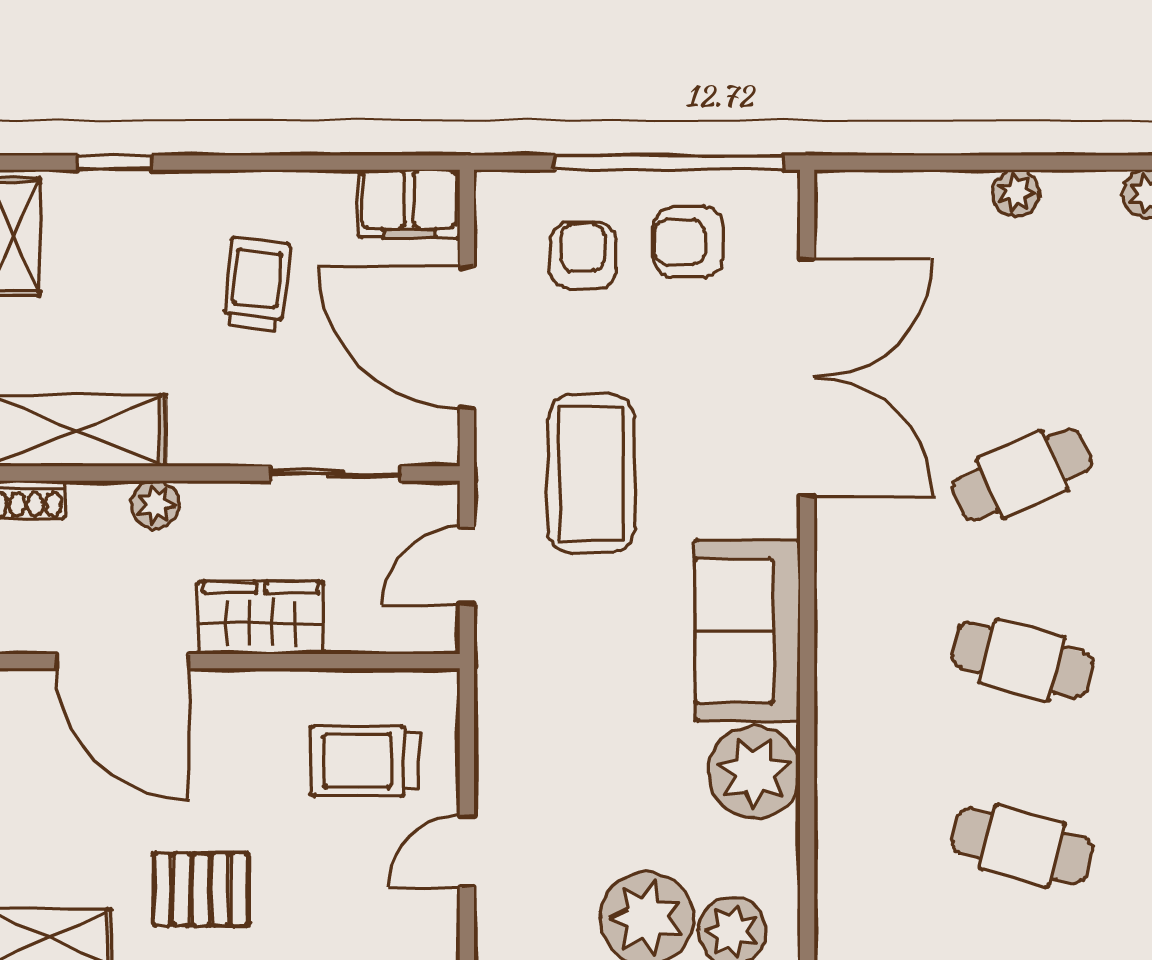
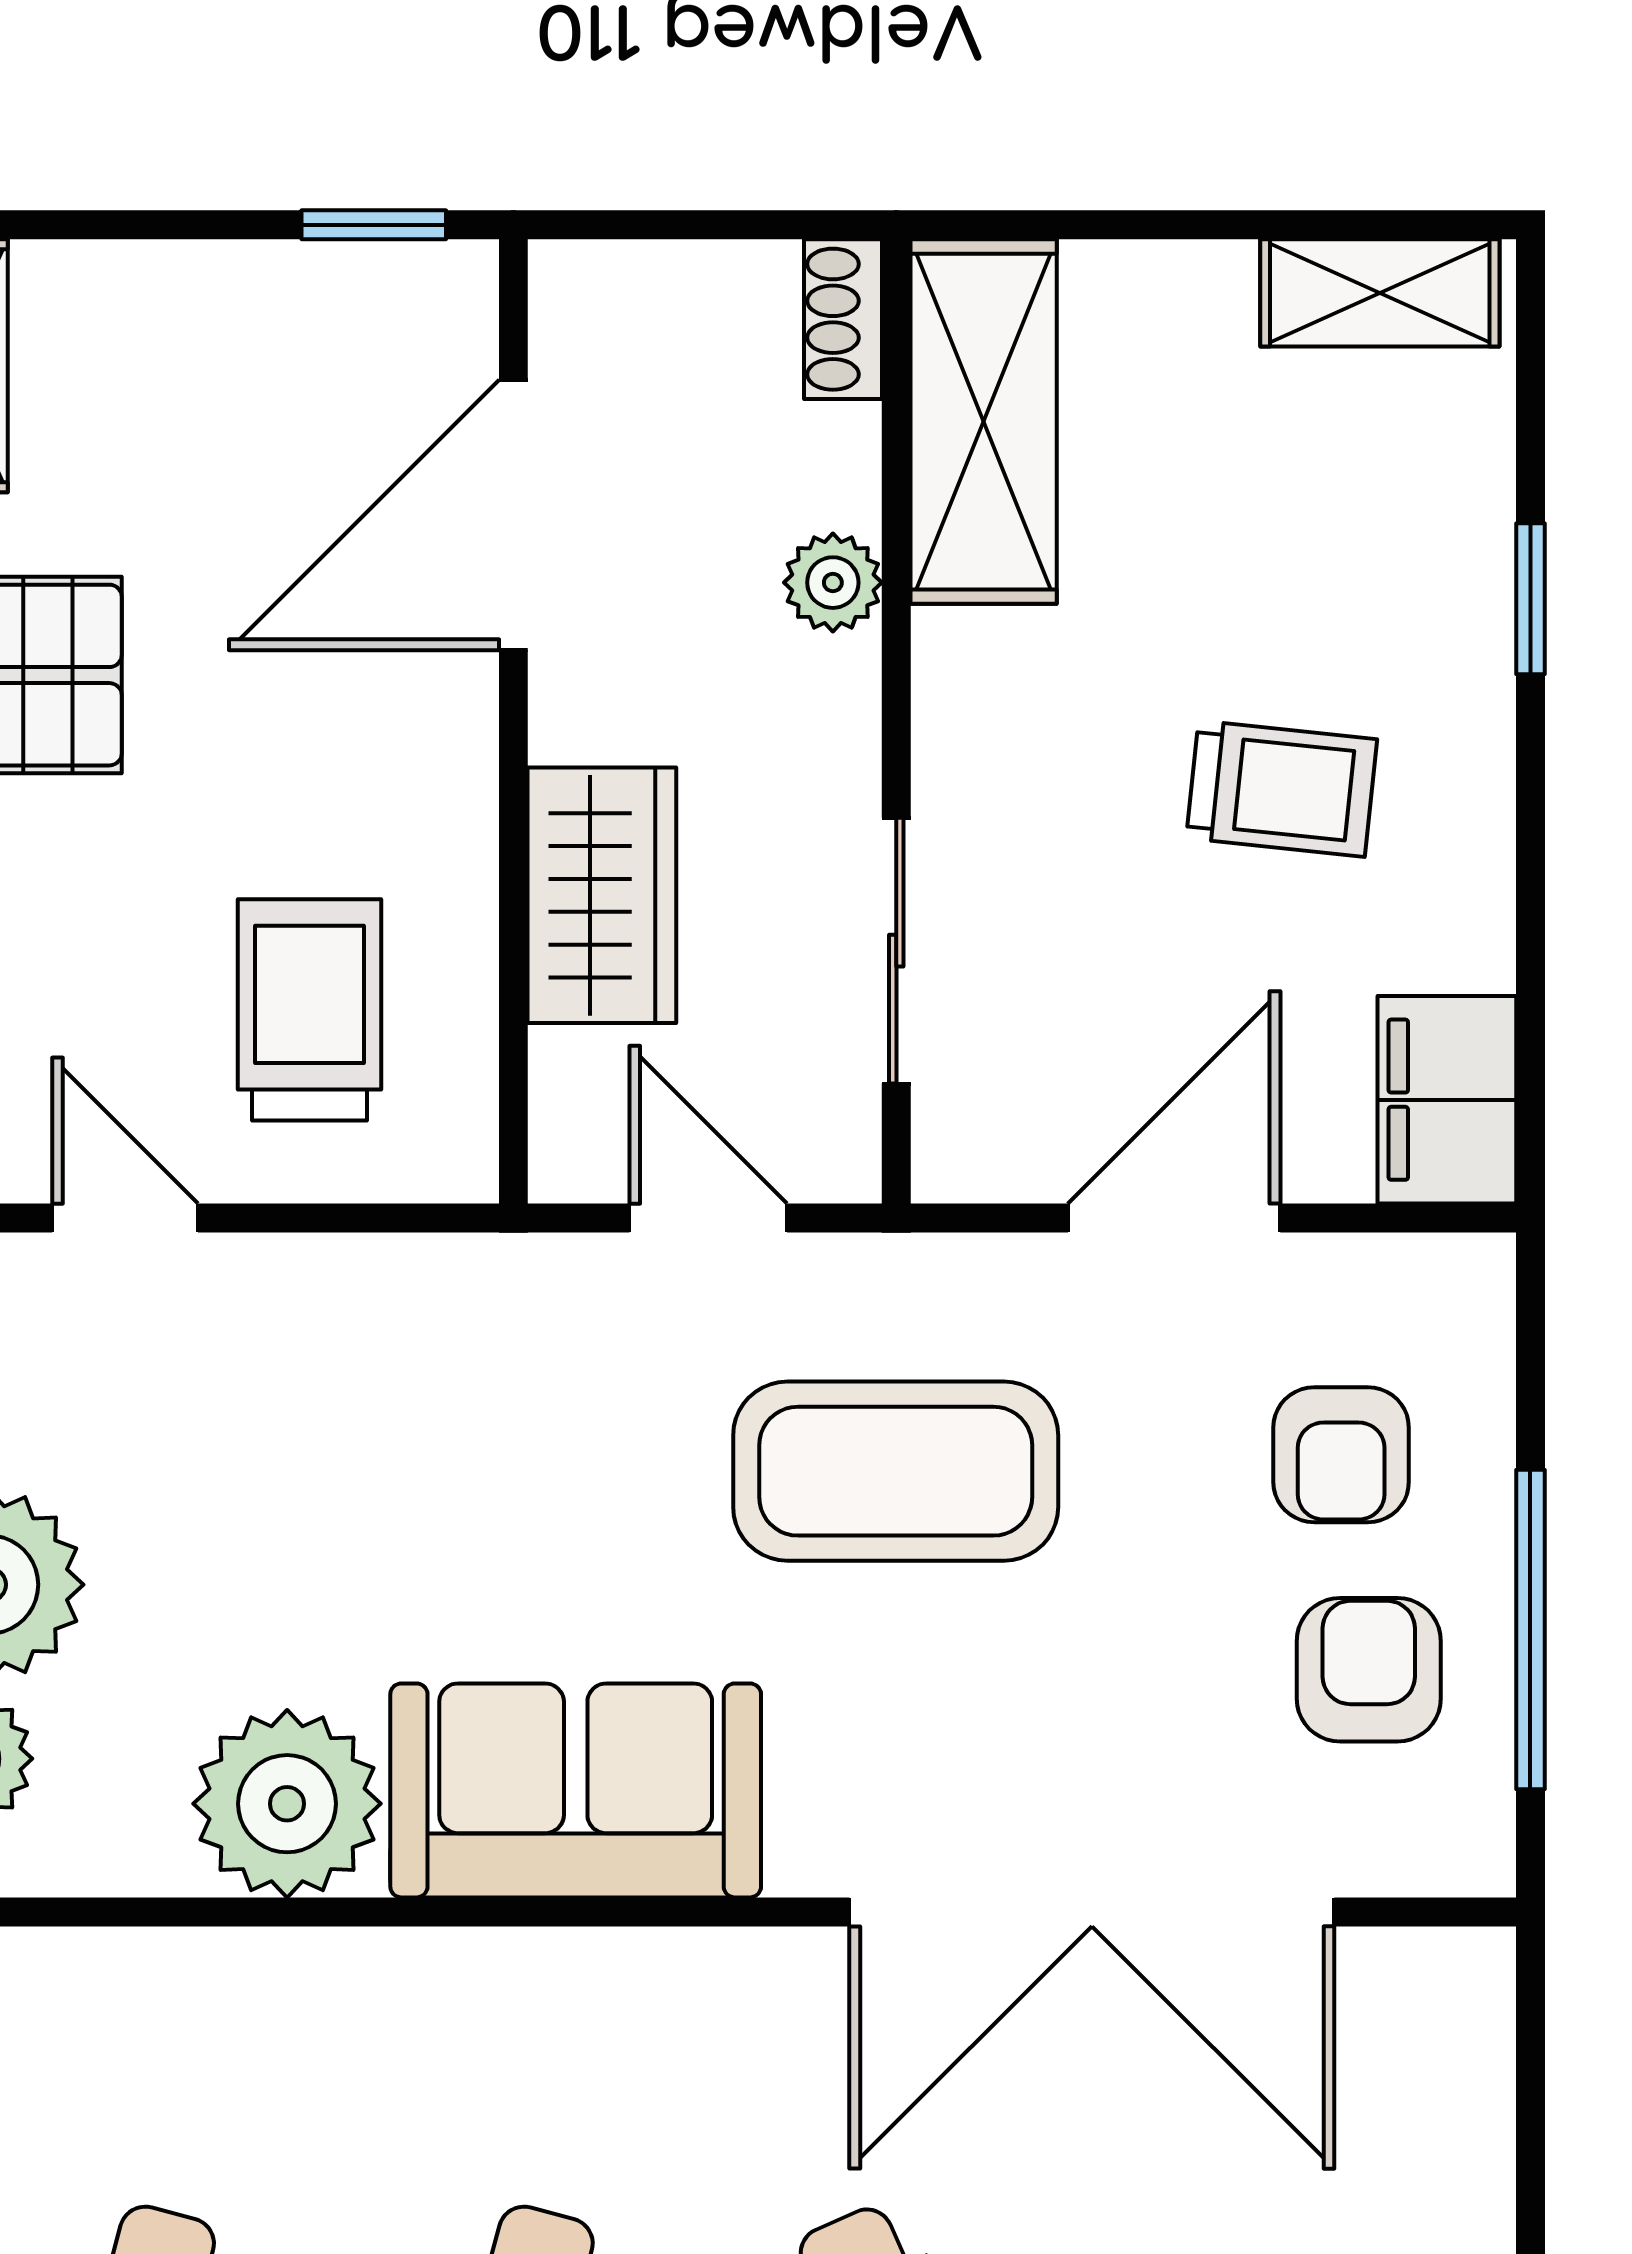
window: (114, 163) -> (1530, 599), moved
window: (669, 163) -> (1530, 1630), width x0.68
armchair: (583, 255) -> (1341, 1455), turned 90
door: (467, 337) -> (1174, 1218), width x0.73
wardrobe: (261, 618) -> (602, 895), moved

